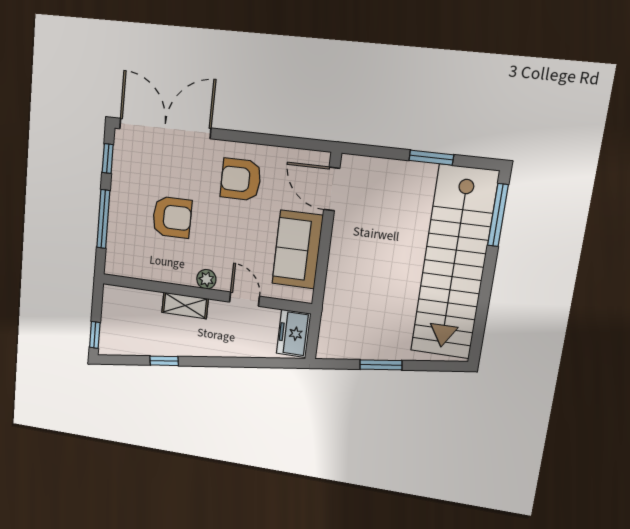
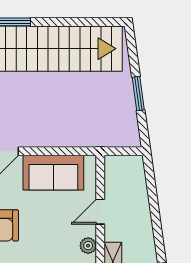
freezer: (294, 333) -> (123, 168), removed

